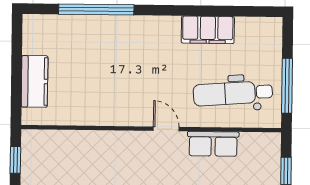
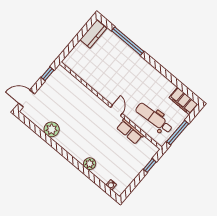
filing cabinet: (208, 30) -> (183, 101), moved
kitchen counter: (35, 81) -> (93, 34), moved

